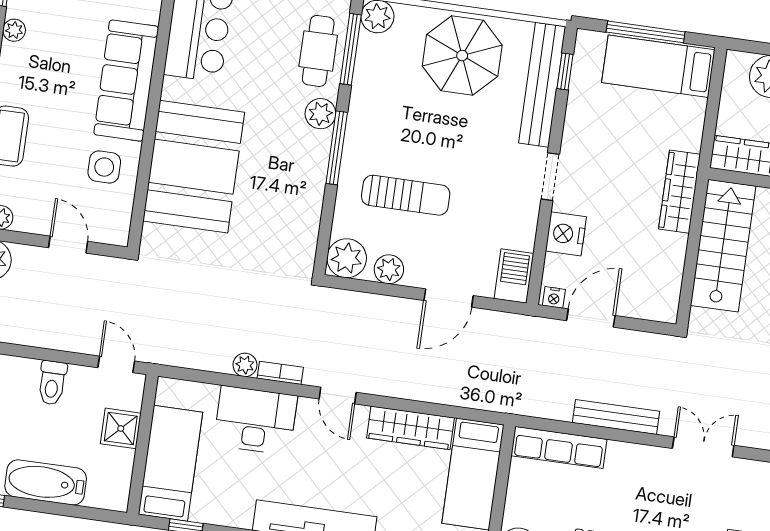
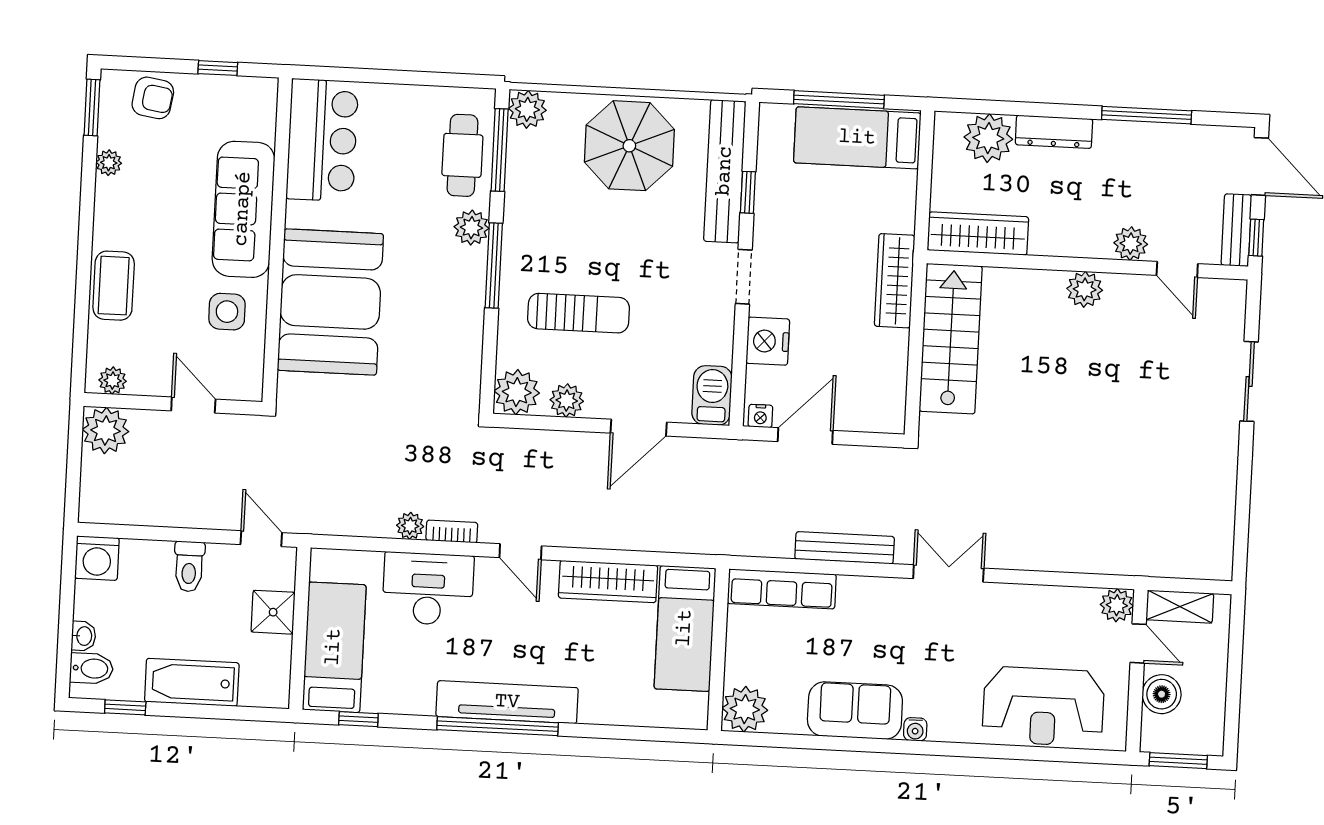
window: (565, 71) -> (748, 192), moved

